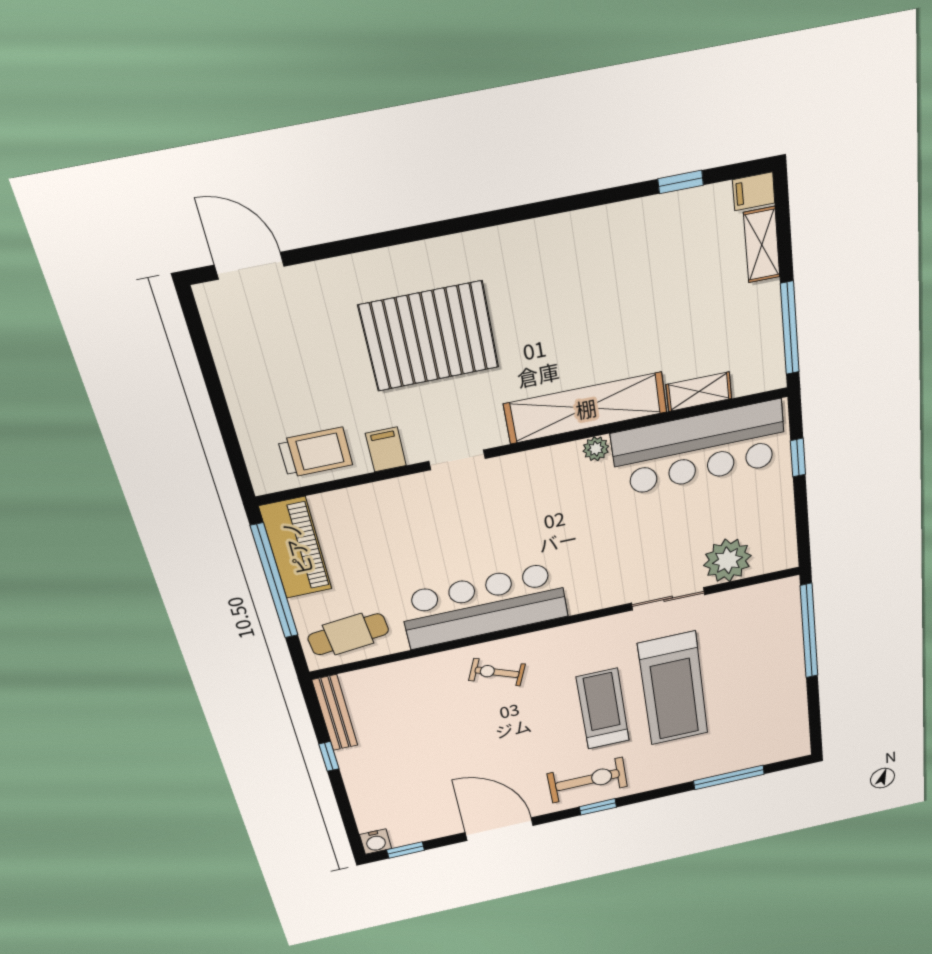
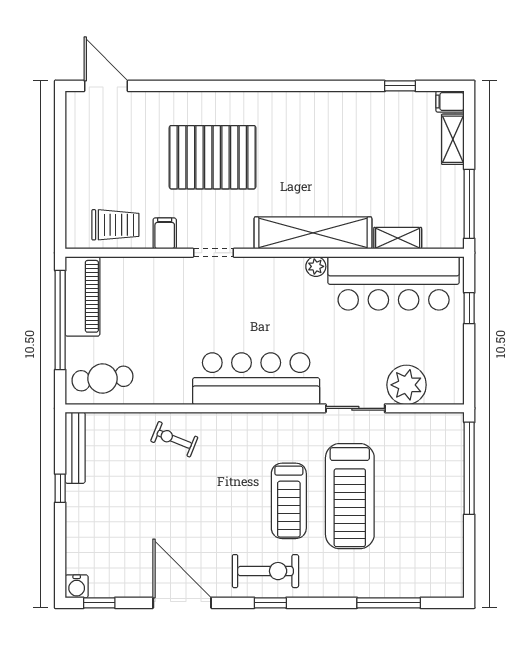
bar counter: (484, 605) -> (256, 379), moved
exercise bike: (497, 672) -> (174, 439), moved
treadmill: (603, 709) -> (289, 501), turned 180

